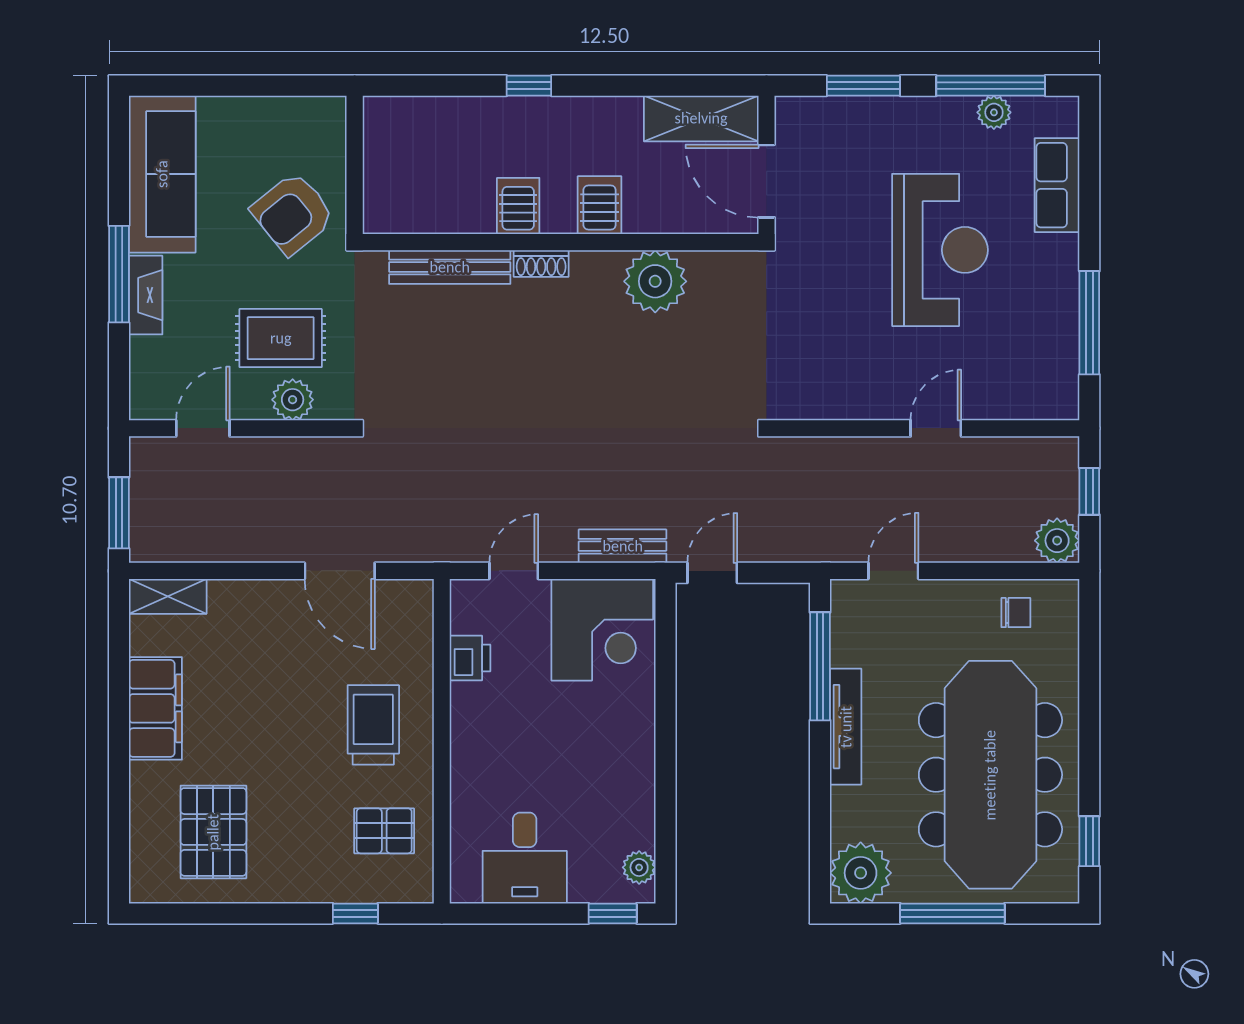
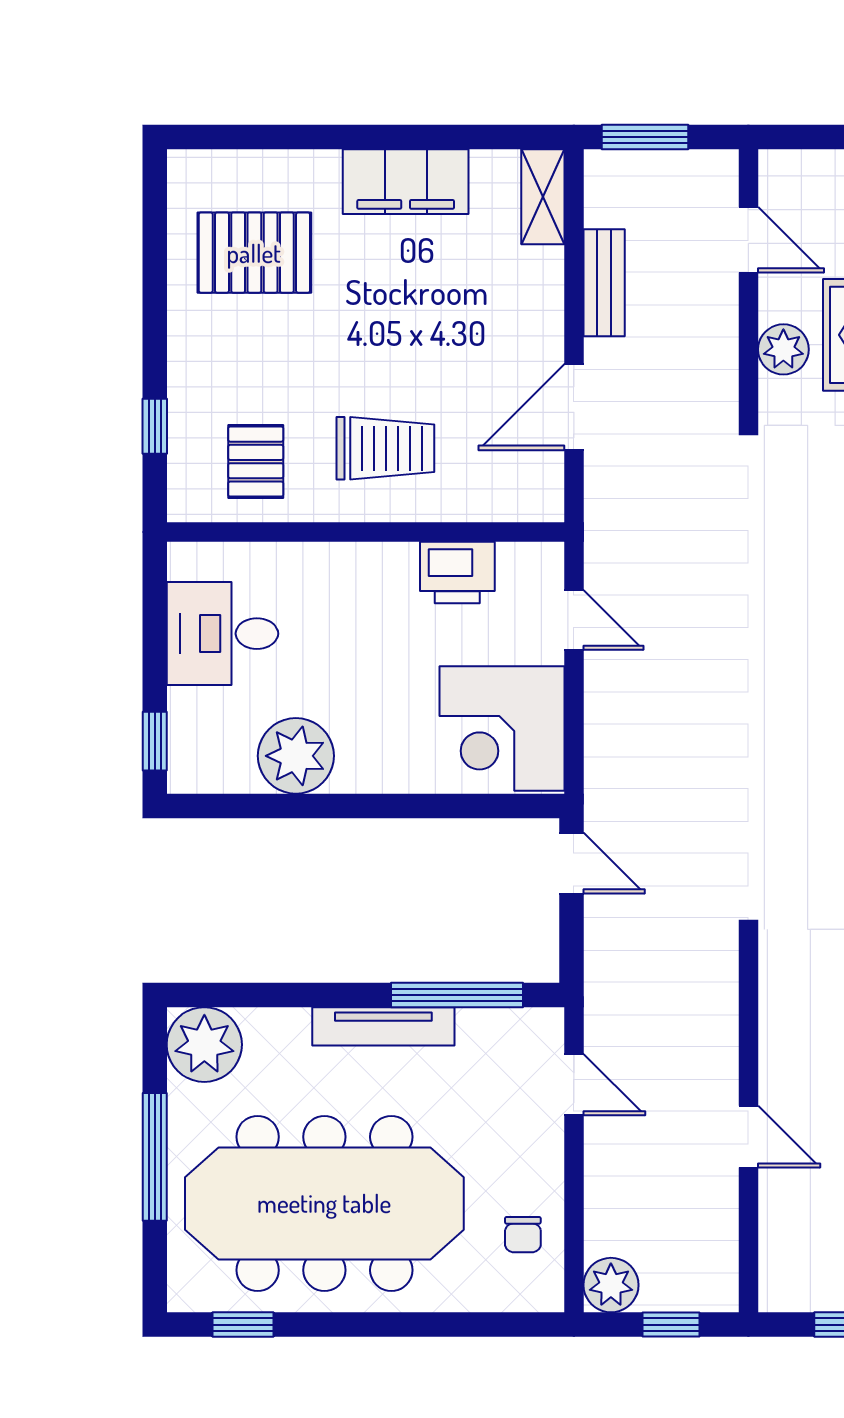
bench: (623, 546) -> (604, 283), moved
printer: (470, 658) -> (457, 573), width x1.36, depth x1.24
plant: (639, 867) -> (296, 756), moved, width x1.88, depth x1.88

